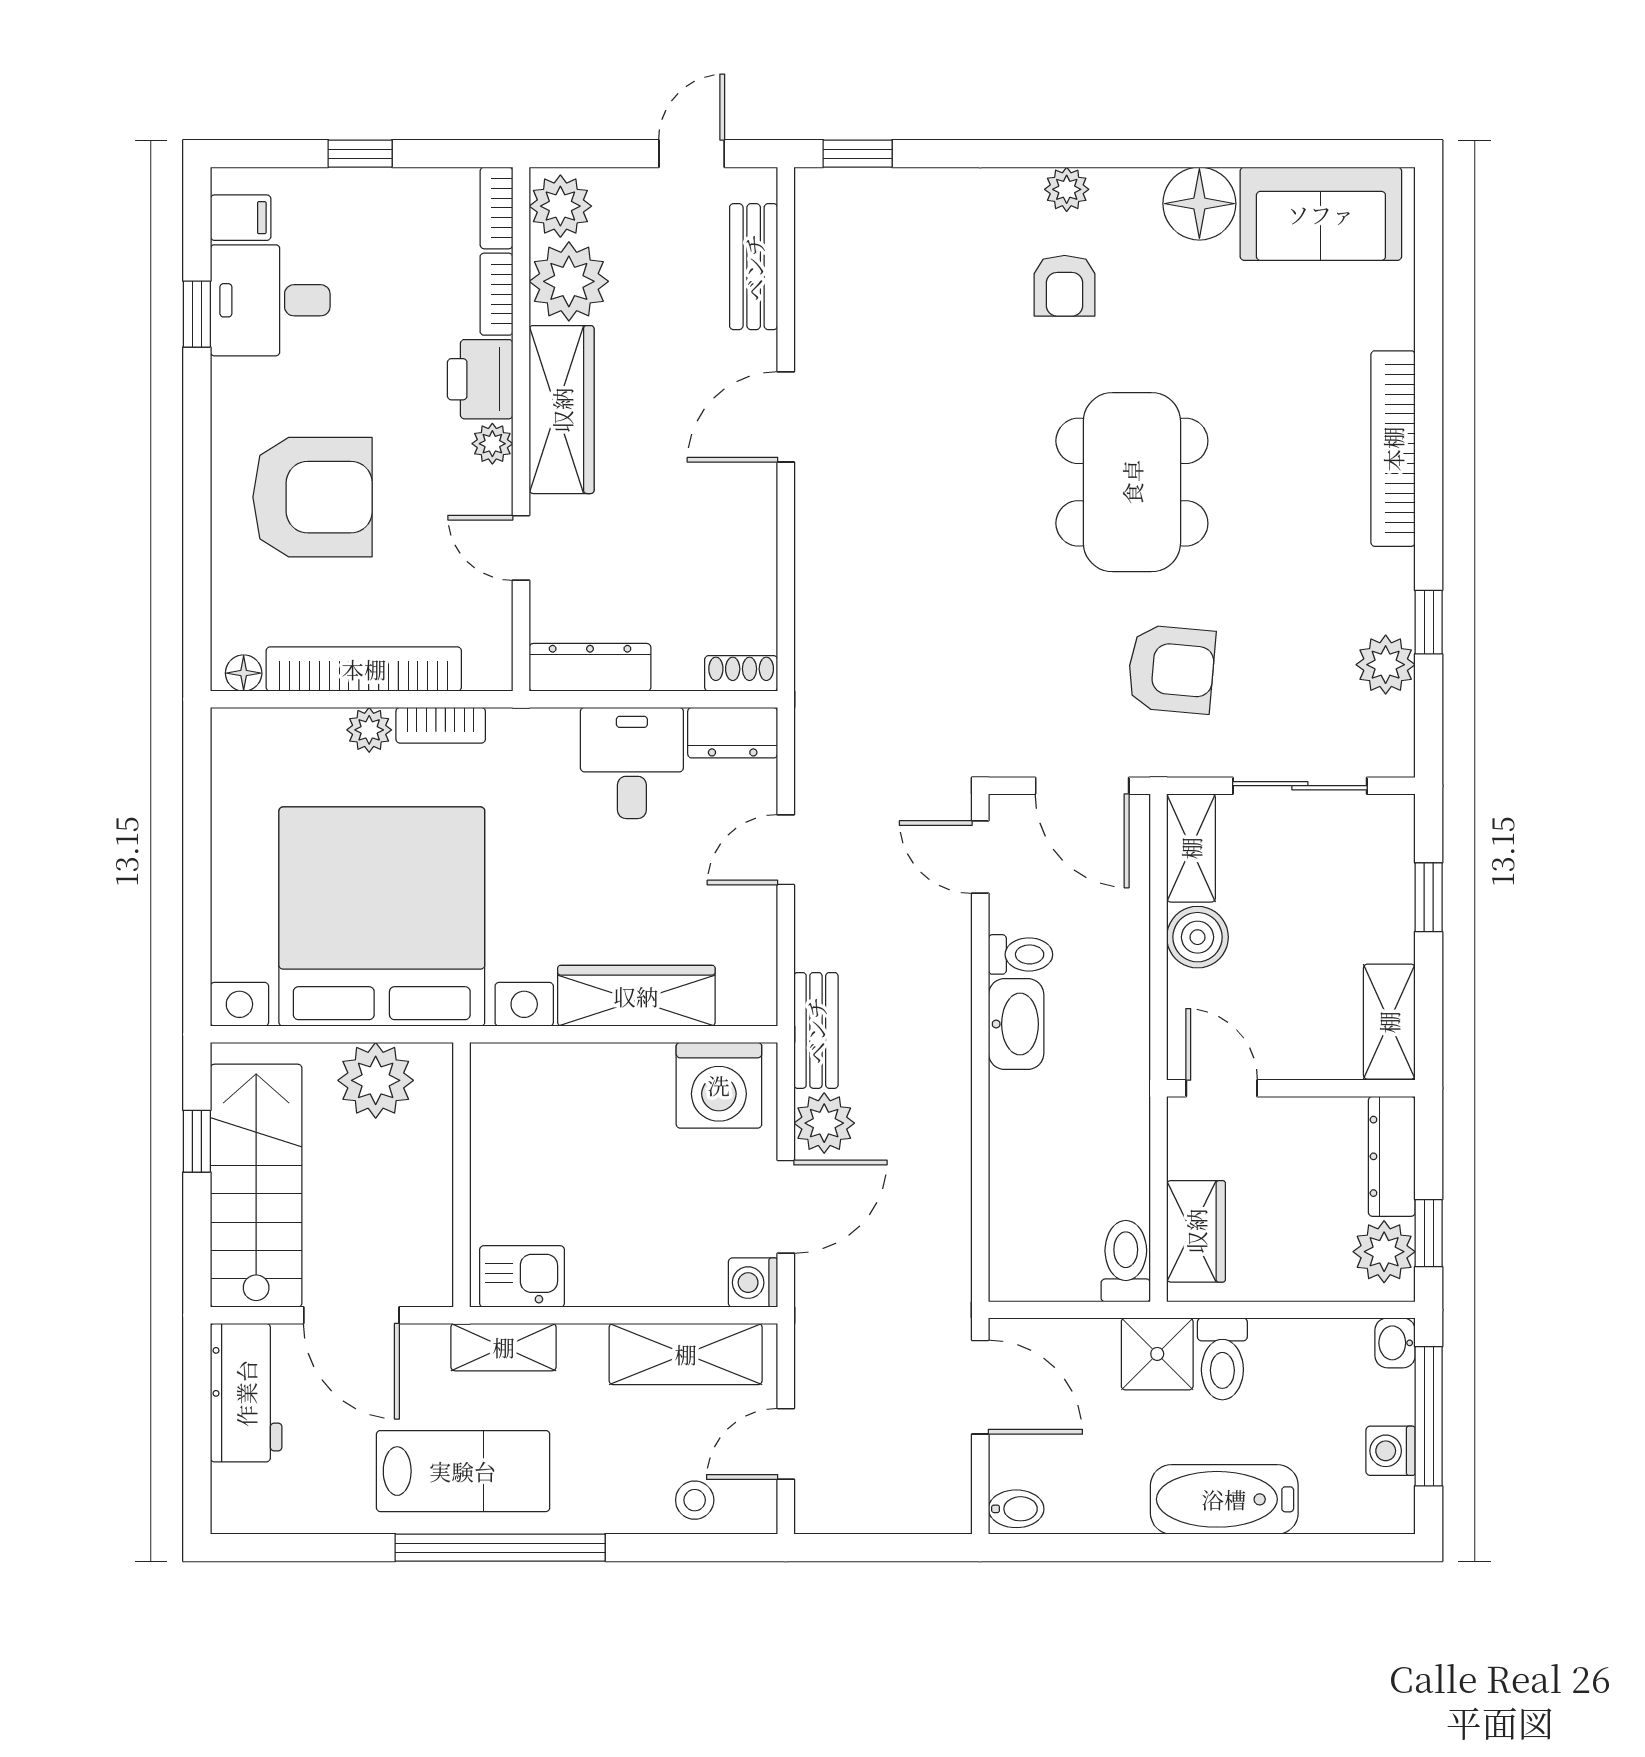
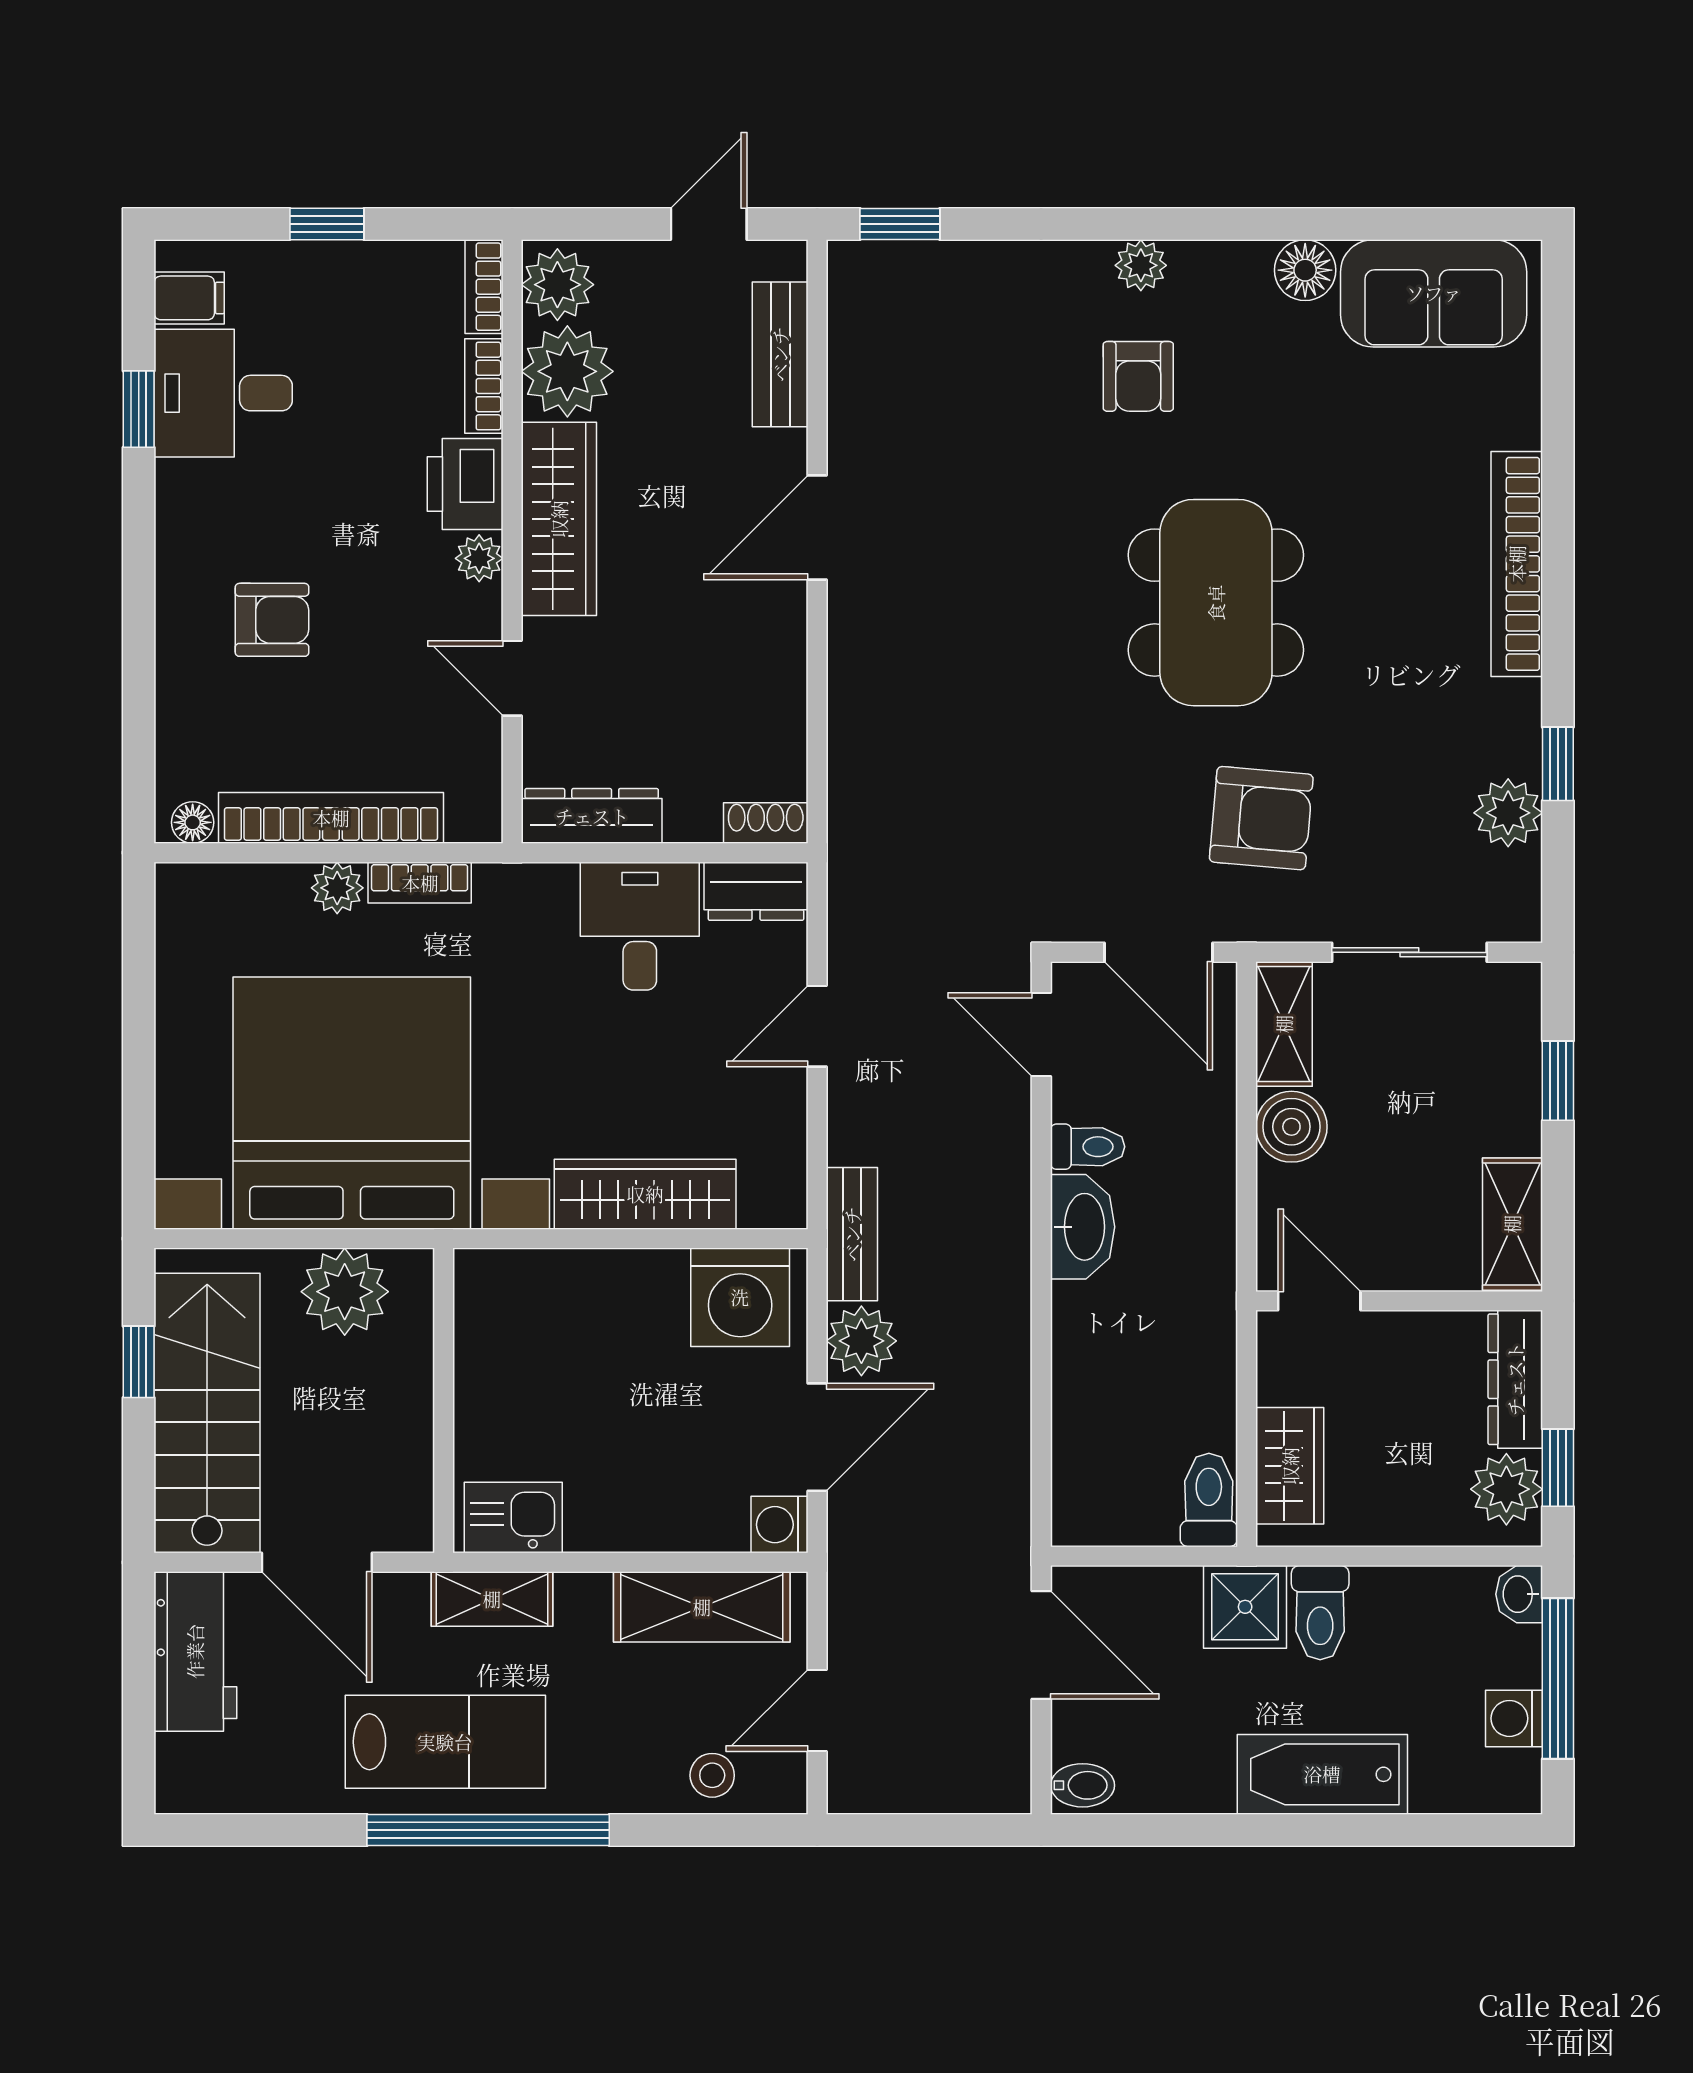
floor lamp: (1199, 204) -> (1305, 270), width x0.73, depth x0.73
armchair: (313, 497) -> (272, 620), width x0.53, depth x0.53

